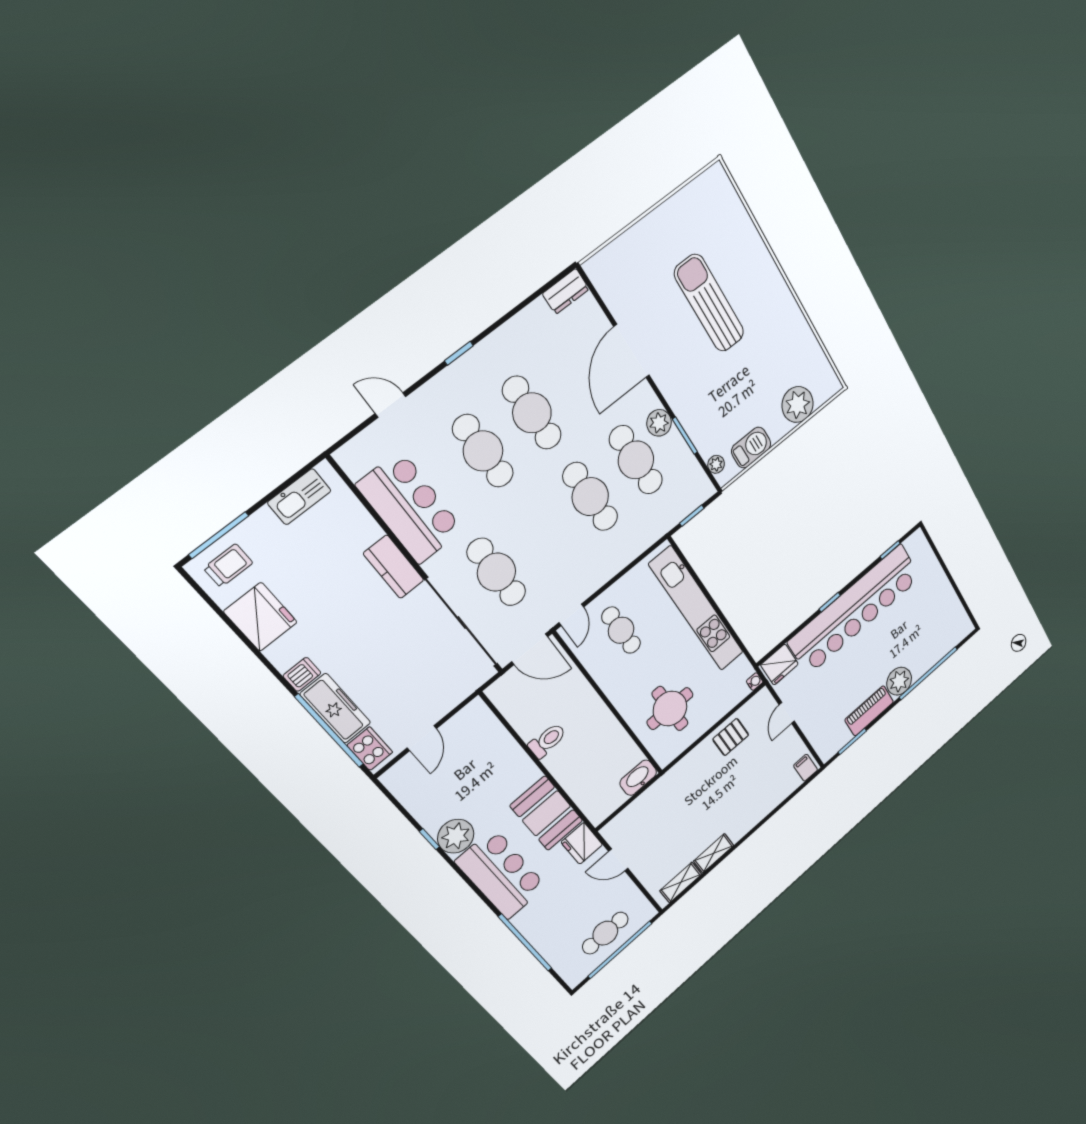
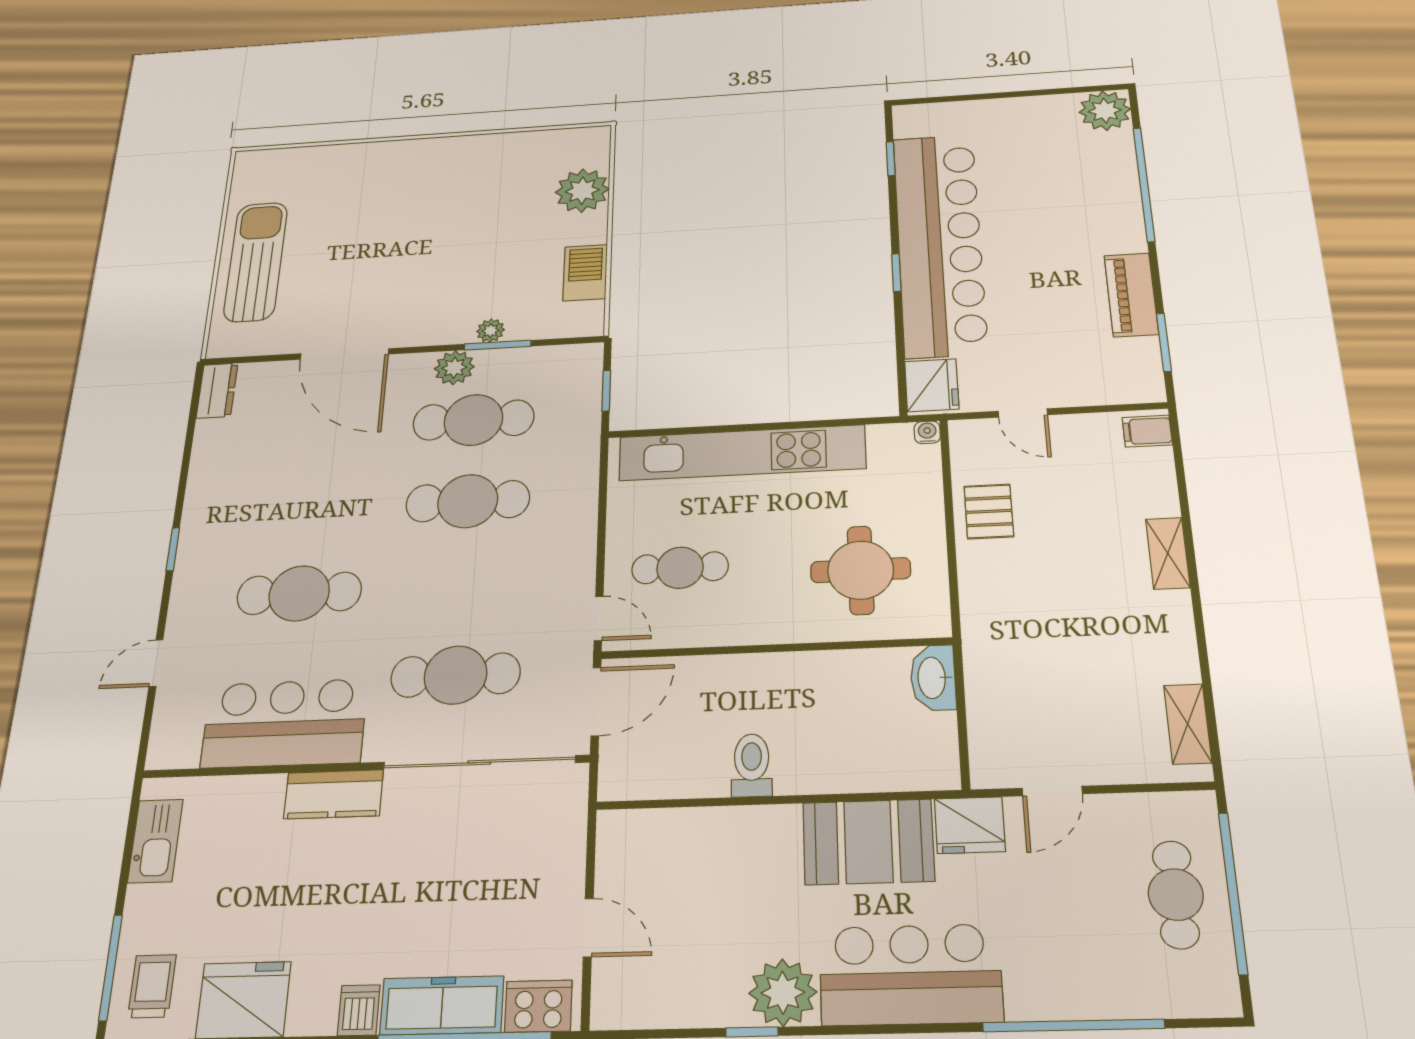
sun lounger: (709, 303) -> (256, 262), moved, turned 90
cafe table: (532, 413) -> (309, 509), removed
plant: (716, 464) -> (491, 331), moved
plant: (899, 681) -> (1105, 111), moved
shelving: (714, 853) -> (1168, 553), moved

